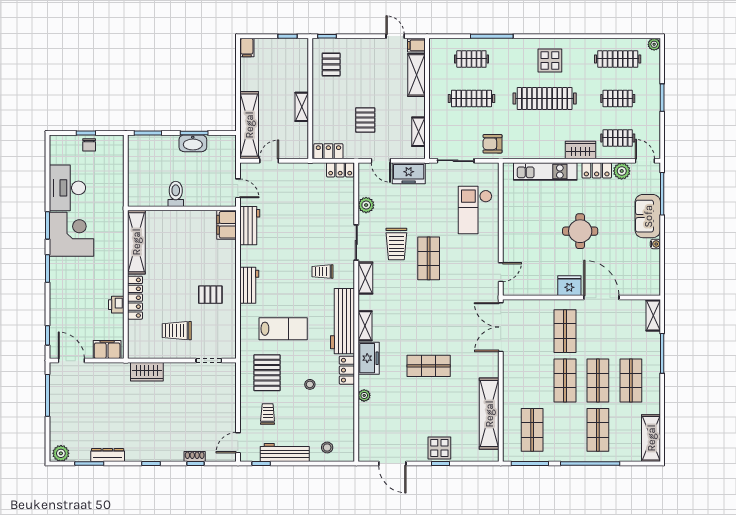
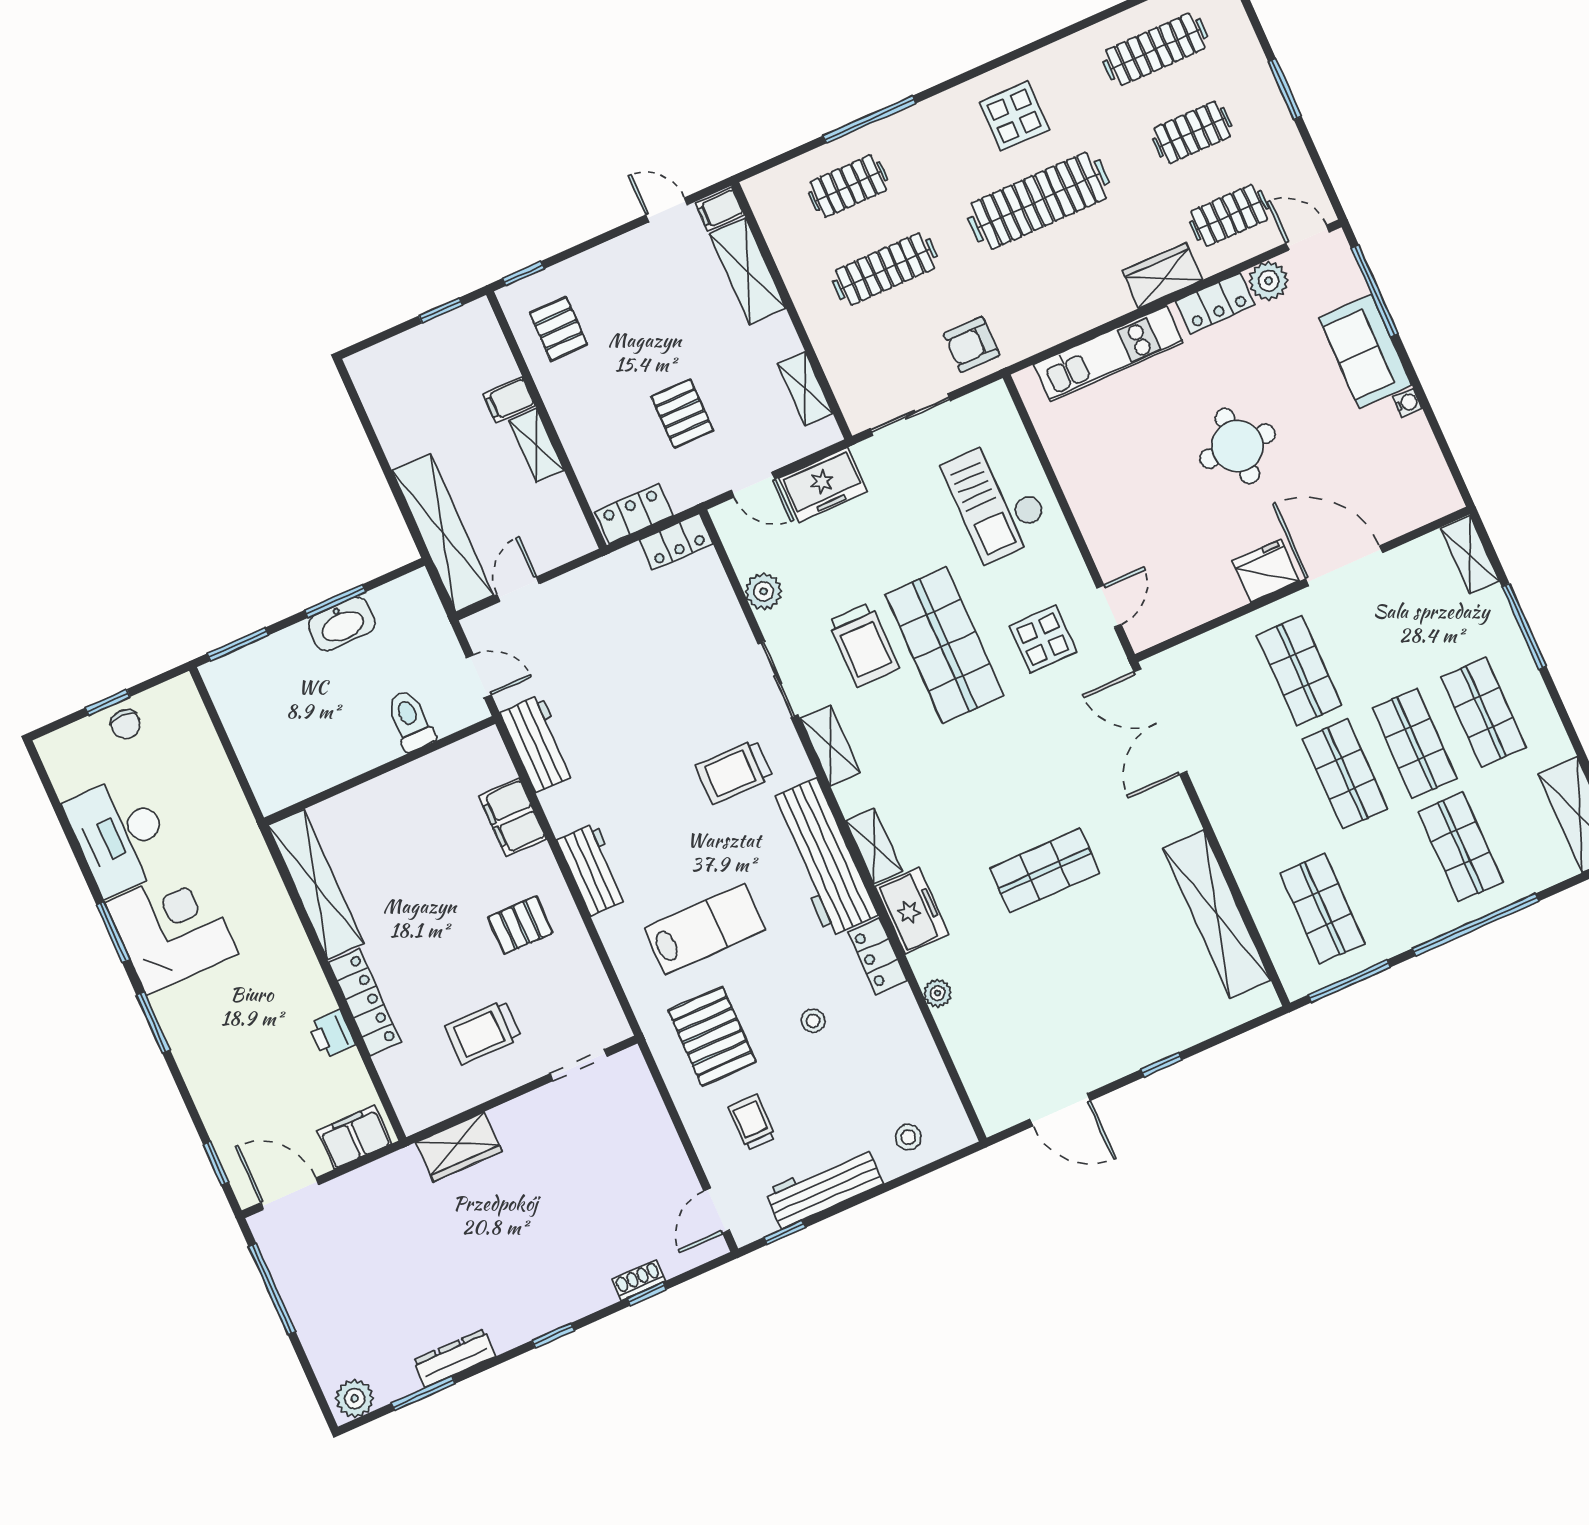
filing cabinet: (247, 47) -> (509, 400), moved, turned 90
toilet: (176, 194) -> (410, 720), moved
filing cabinet: (226, 225) -> (513, 817), moved
shop shelf: (429, 258) -> (945, 645), width x1.43, depth x1.36
trolley: (323, 272) -> (734, 772), width x1.36, depth x1.39
display table: (439, 448) -> (1043, 639), moved

